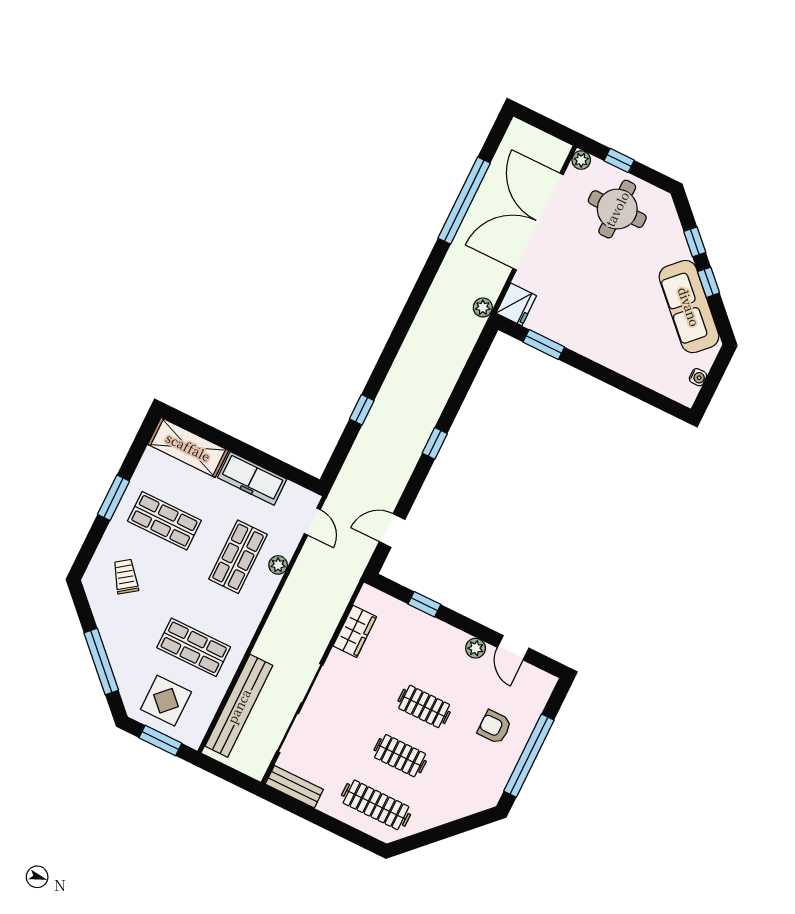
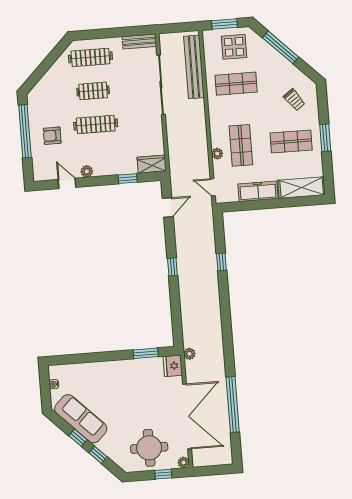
wardrobe: (355, 631) -> (152, 164), moved, turned 90
clothes rail: (424, 706) -> (96, 124), width x1.36
armchair: (495, 727) -> (52, 136), turned 180

